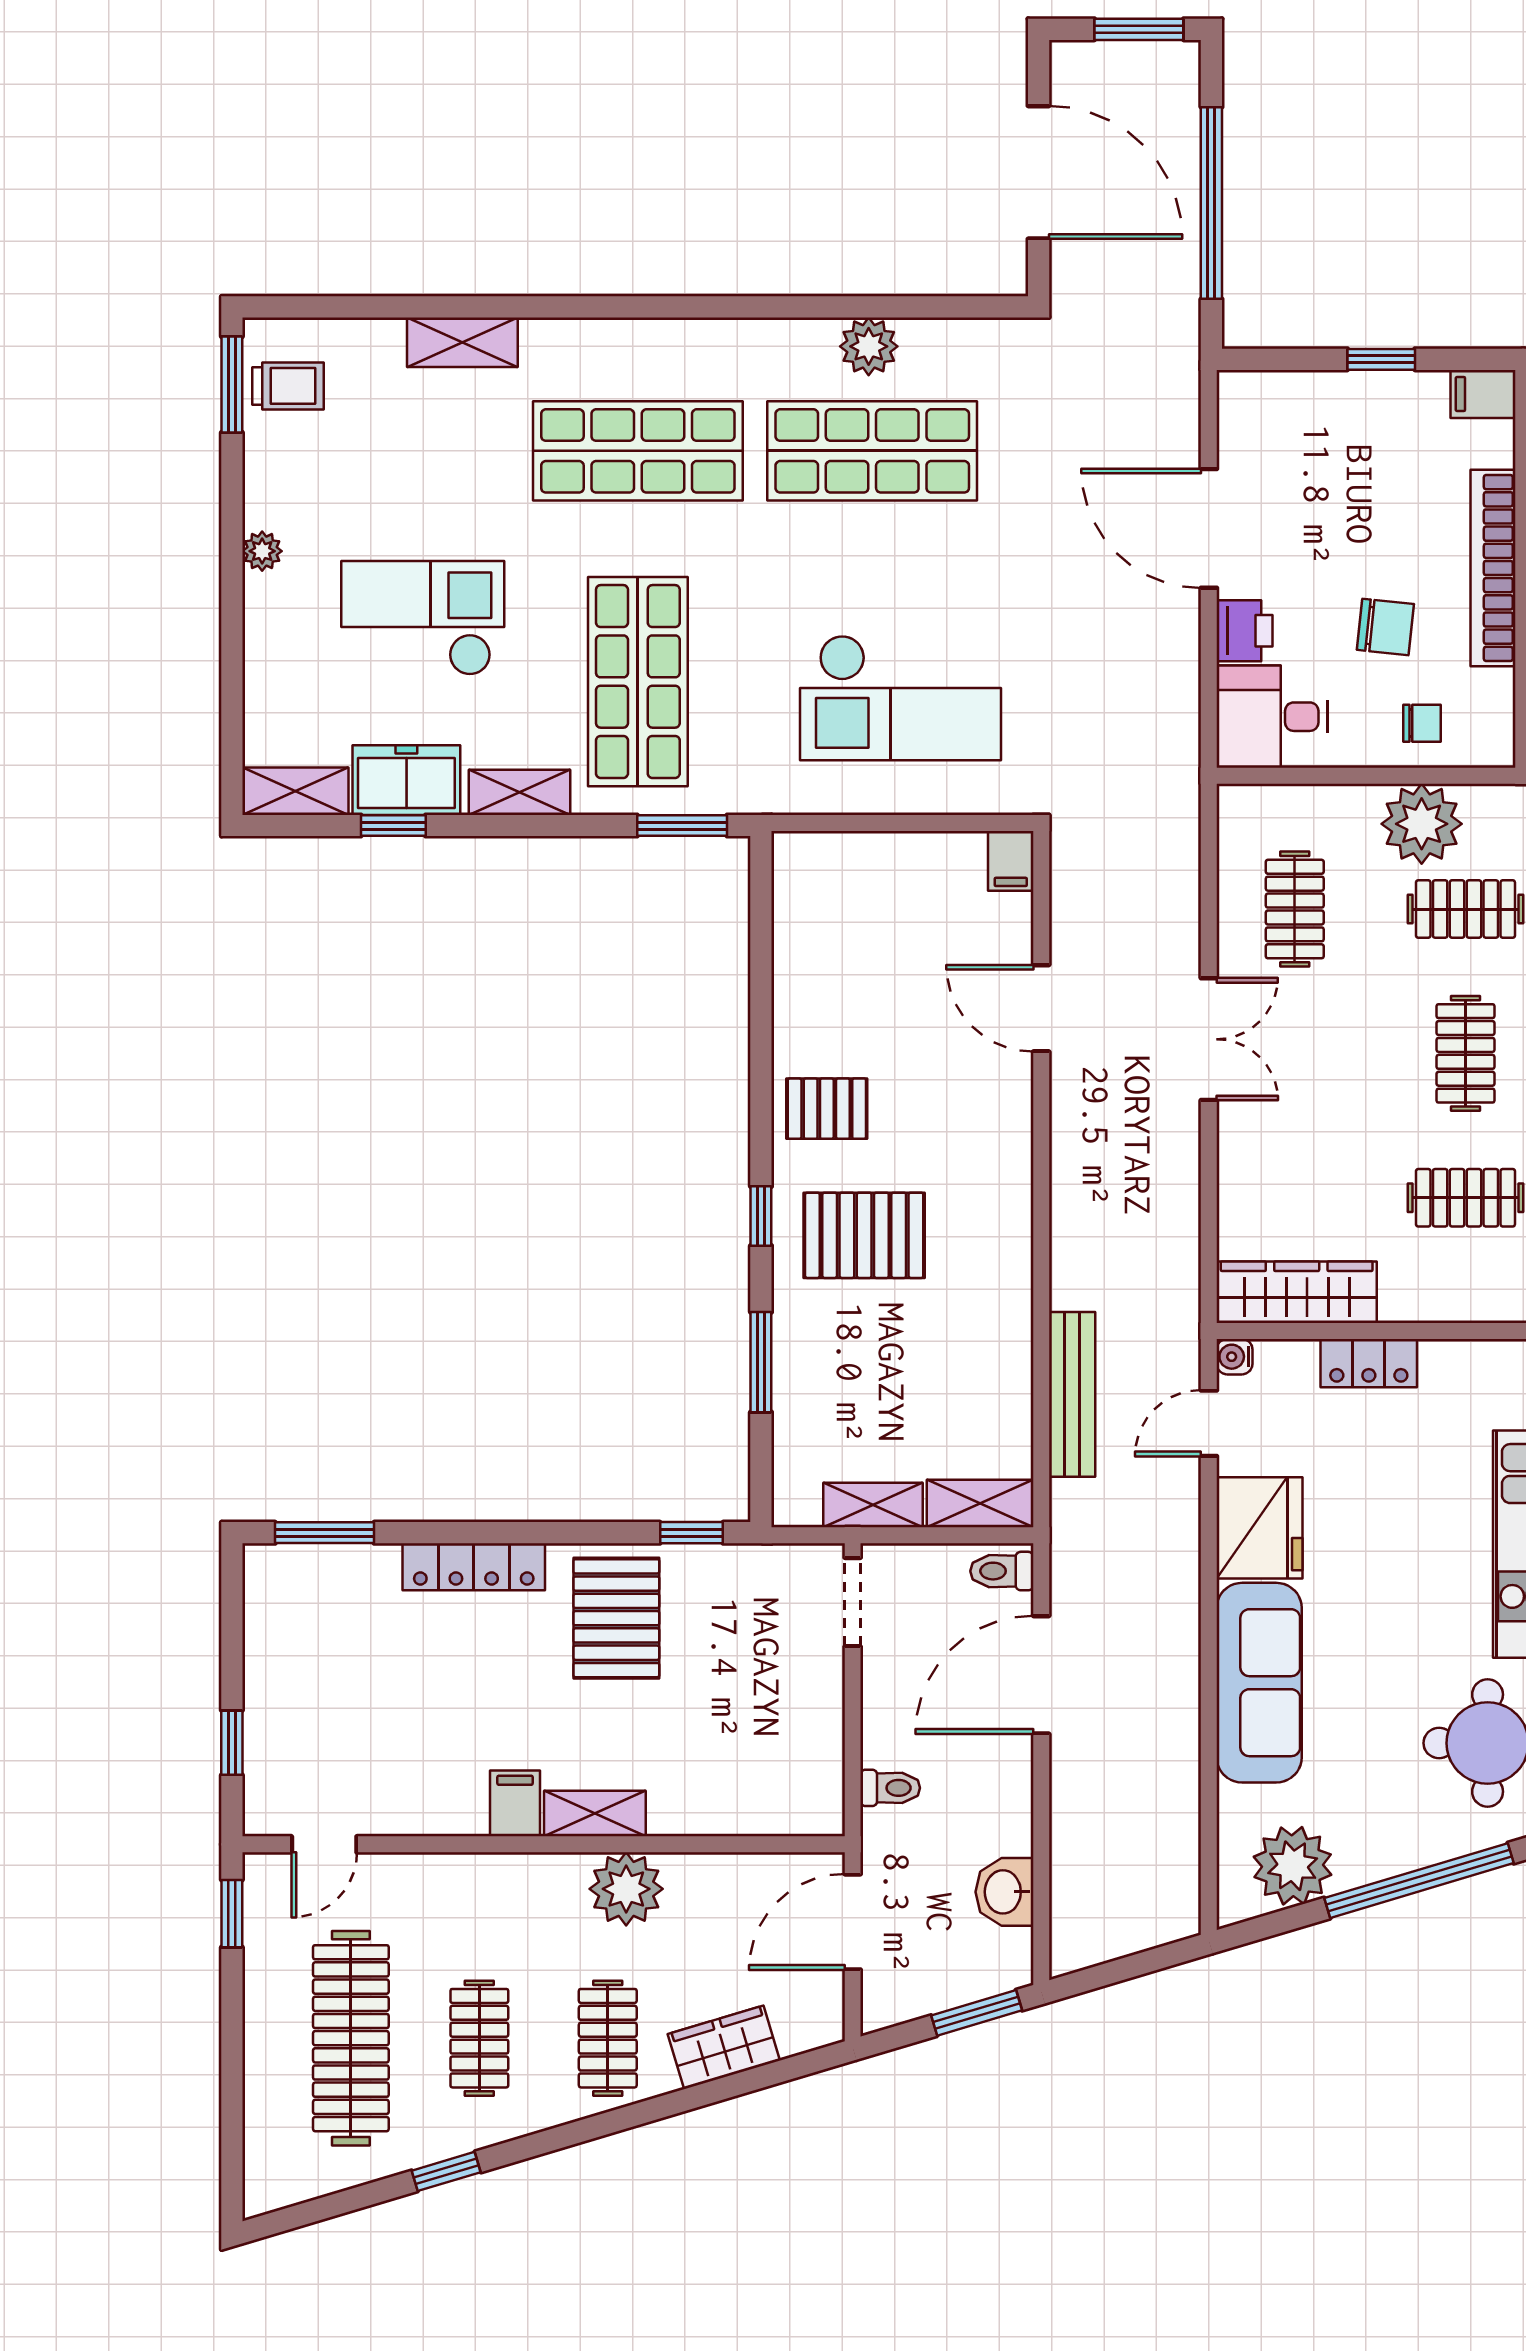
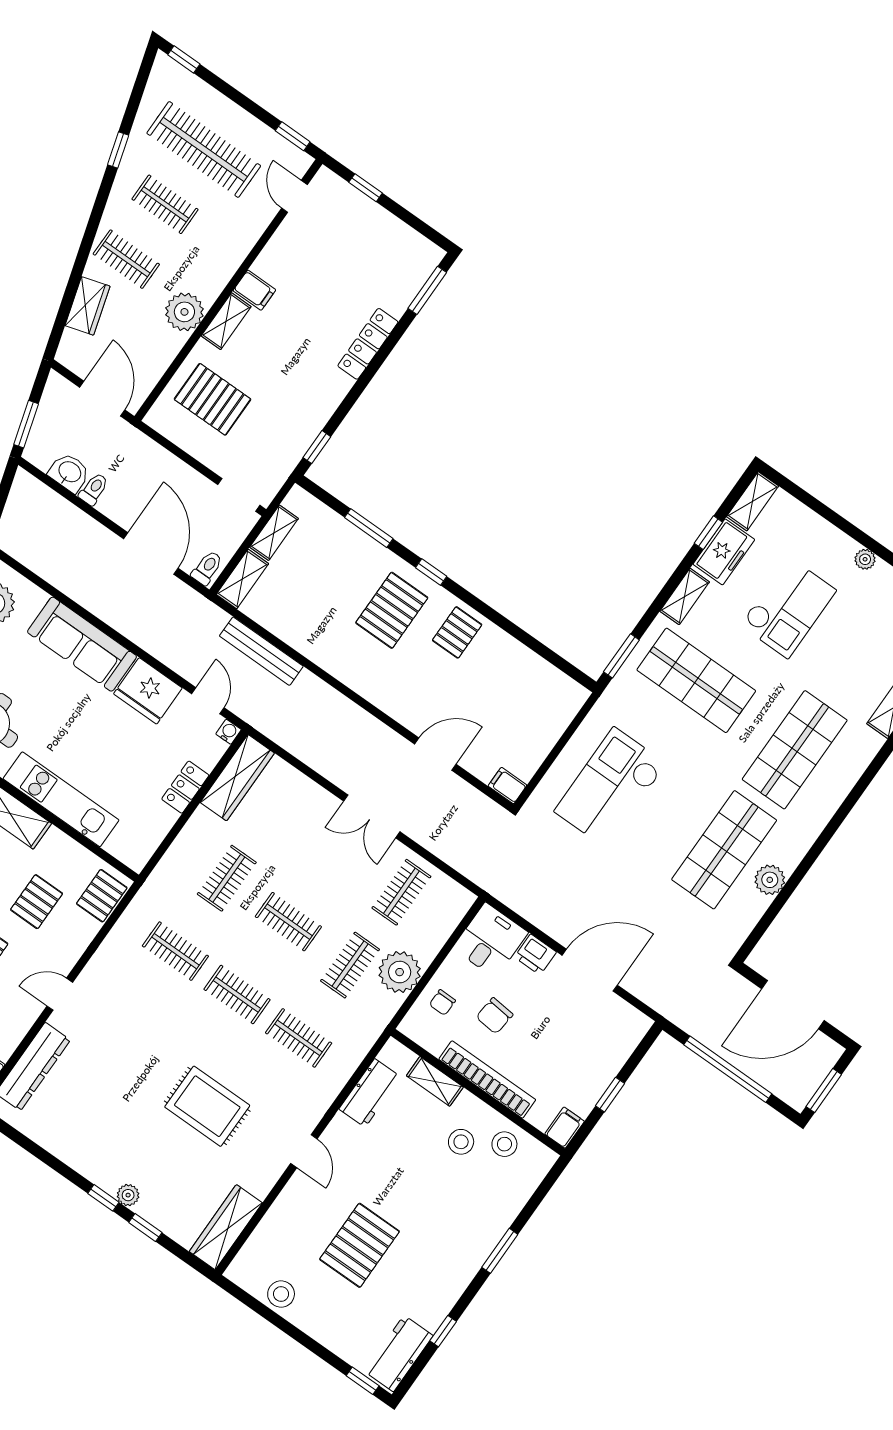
clothes rail: (1295, 909) -> (401, 892), turned 90
pallet: (616, 1618) -> (213, 399), moved
toilet: (890, 1788) -> (94, 489), moved, turned 180
window: (232, 2169) -> (184, 59), added

